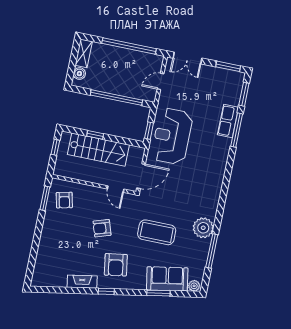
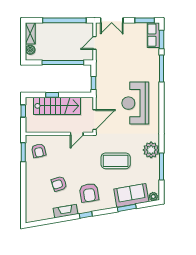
row of seats: (228, 121) -> (153, 35), moved
reception desk: (172, 136) -> (135, 103), moved
door: (116, 189) -> (77, 134), hinge flipped
armchair: (102, 228) -> (59, 184), moved

